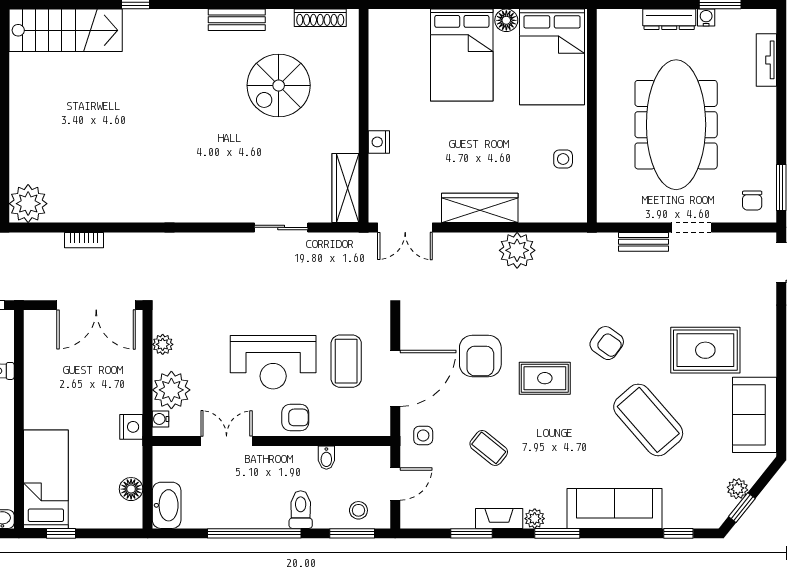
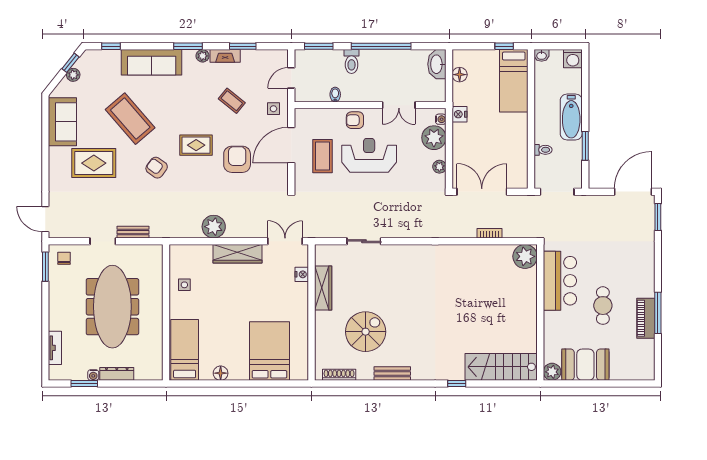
bed: (462, 55) -> (269, 351), moved
bed: (552, 57) -> (185, 350), width x0.67
nightstand: (379, 142) -> (302, 274), moved
wardrobe: (345, 188) -> (323, 288), moved
stool: (358, 510) -> (315, 61), removed

